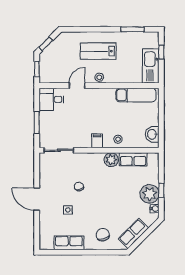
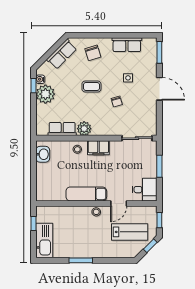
window: (132, 29) -> (81, 260), moved
lab bench: (98, 51) -> (130, 232), moved
window: (161, 52) -> (34, 224), moved
kitchen sink: (151, 66) -> (44, 241), moved
exam couch: (136, 95) -> (86, 194), moved
filing cabinet: (97, 141) -> (98, 148), width x2.00
window: (161, 190) -> (34, 86), moved
coffee table: (104, 201) -> (91, 86), added
window: (37, 235) -> (159, 52), added

